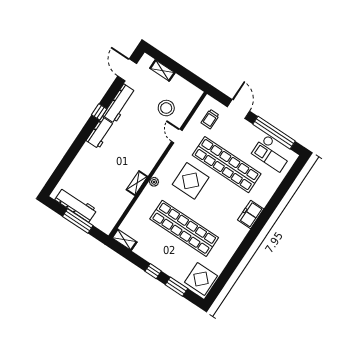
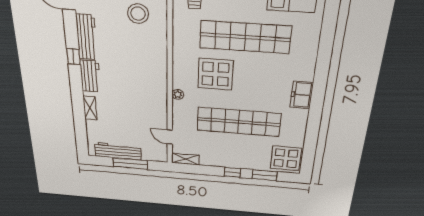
door: (177, 136) -> (170, 137), moved
shelving: (137, 183) -> (90, 108), moved
freezer: (251, 214) -> (302, 95), moved

